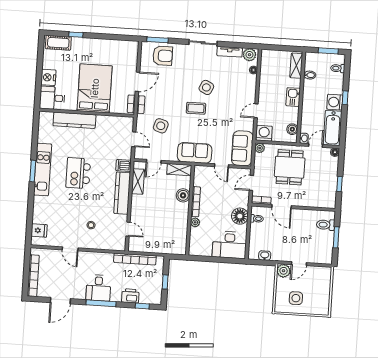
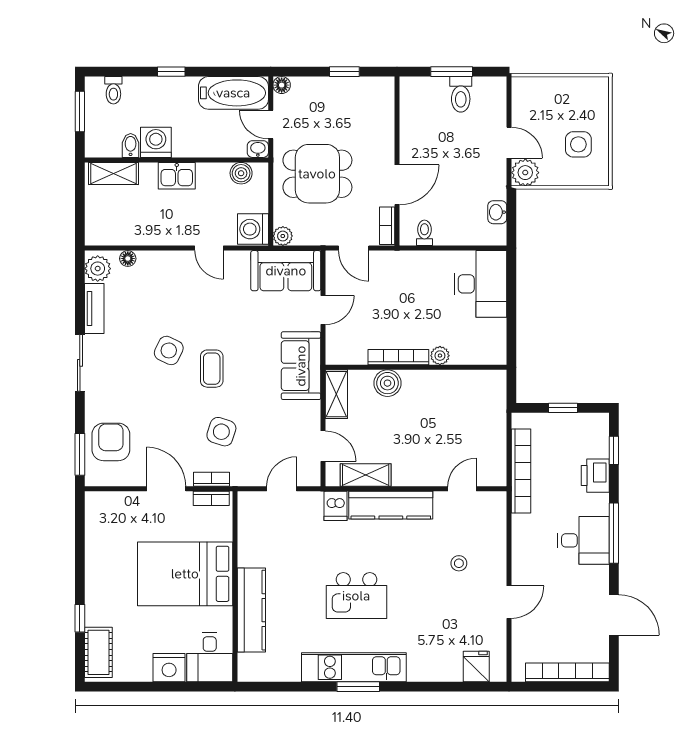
washing machine: (335, 102) -> (156, 142), moved, turned 180
side table: (161, 126) -> (221, 432), moved
floor lamp: (240, 216) -> (422, 267), removed
toilet: (326, 225) -> (461, 94), moved

